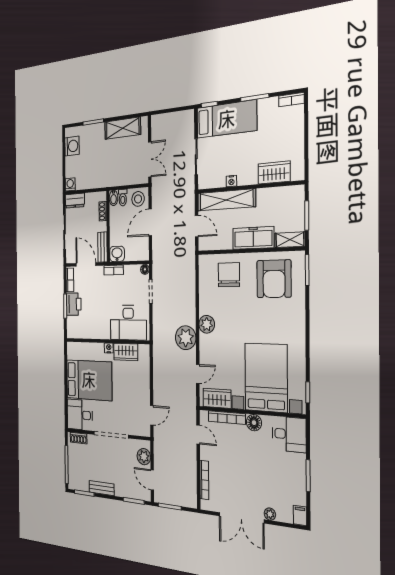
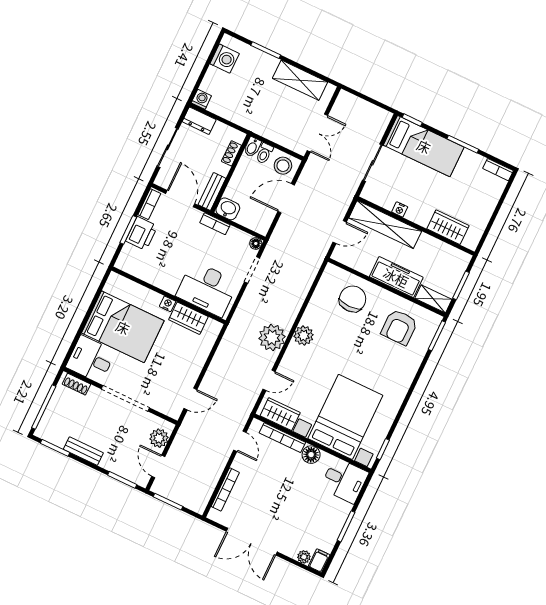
door: (197, 226) -> (340, 232), hinge flipped
armchair: (274, 279) -> (399, 327), width x0.73, depth x0.73
plant: (270, 514) -> (304, 557), moved

